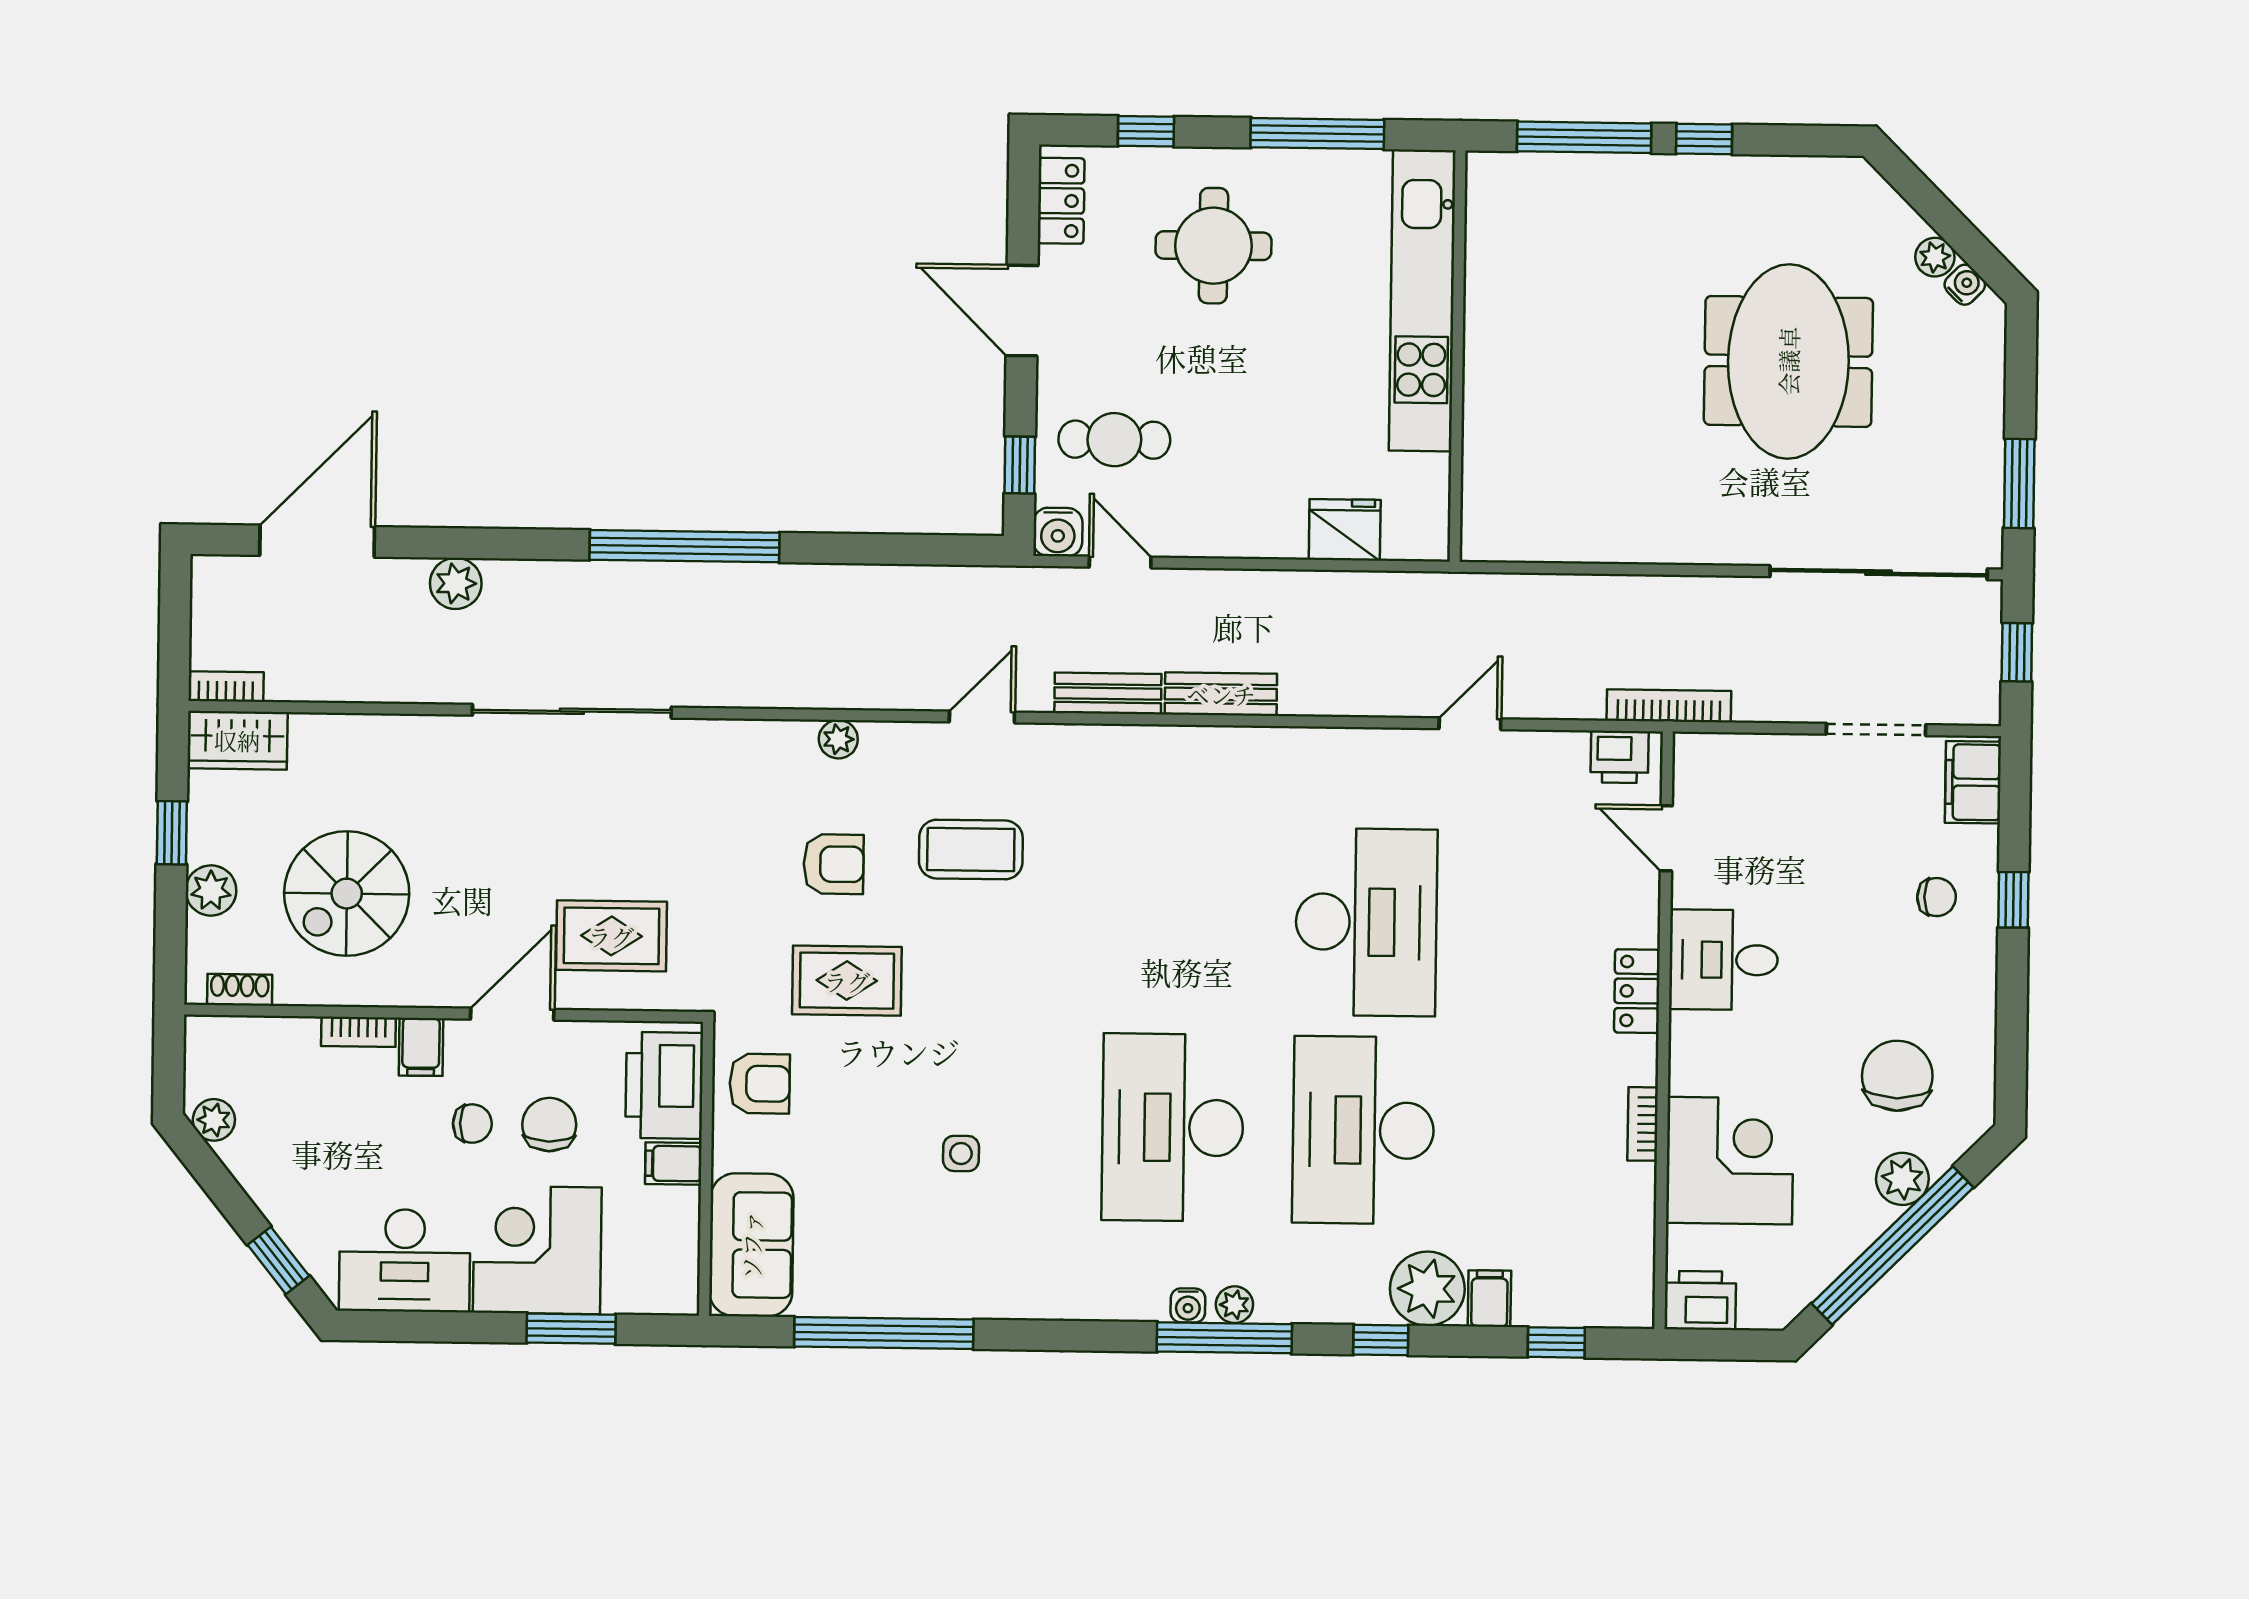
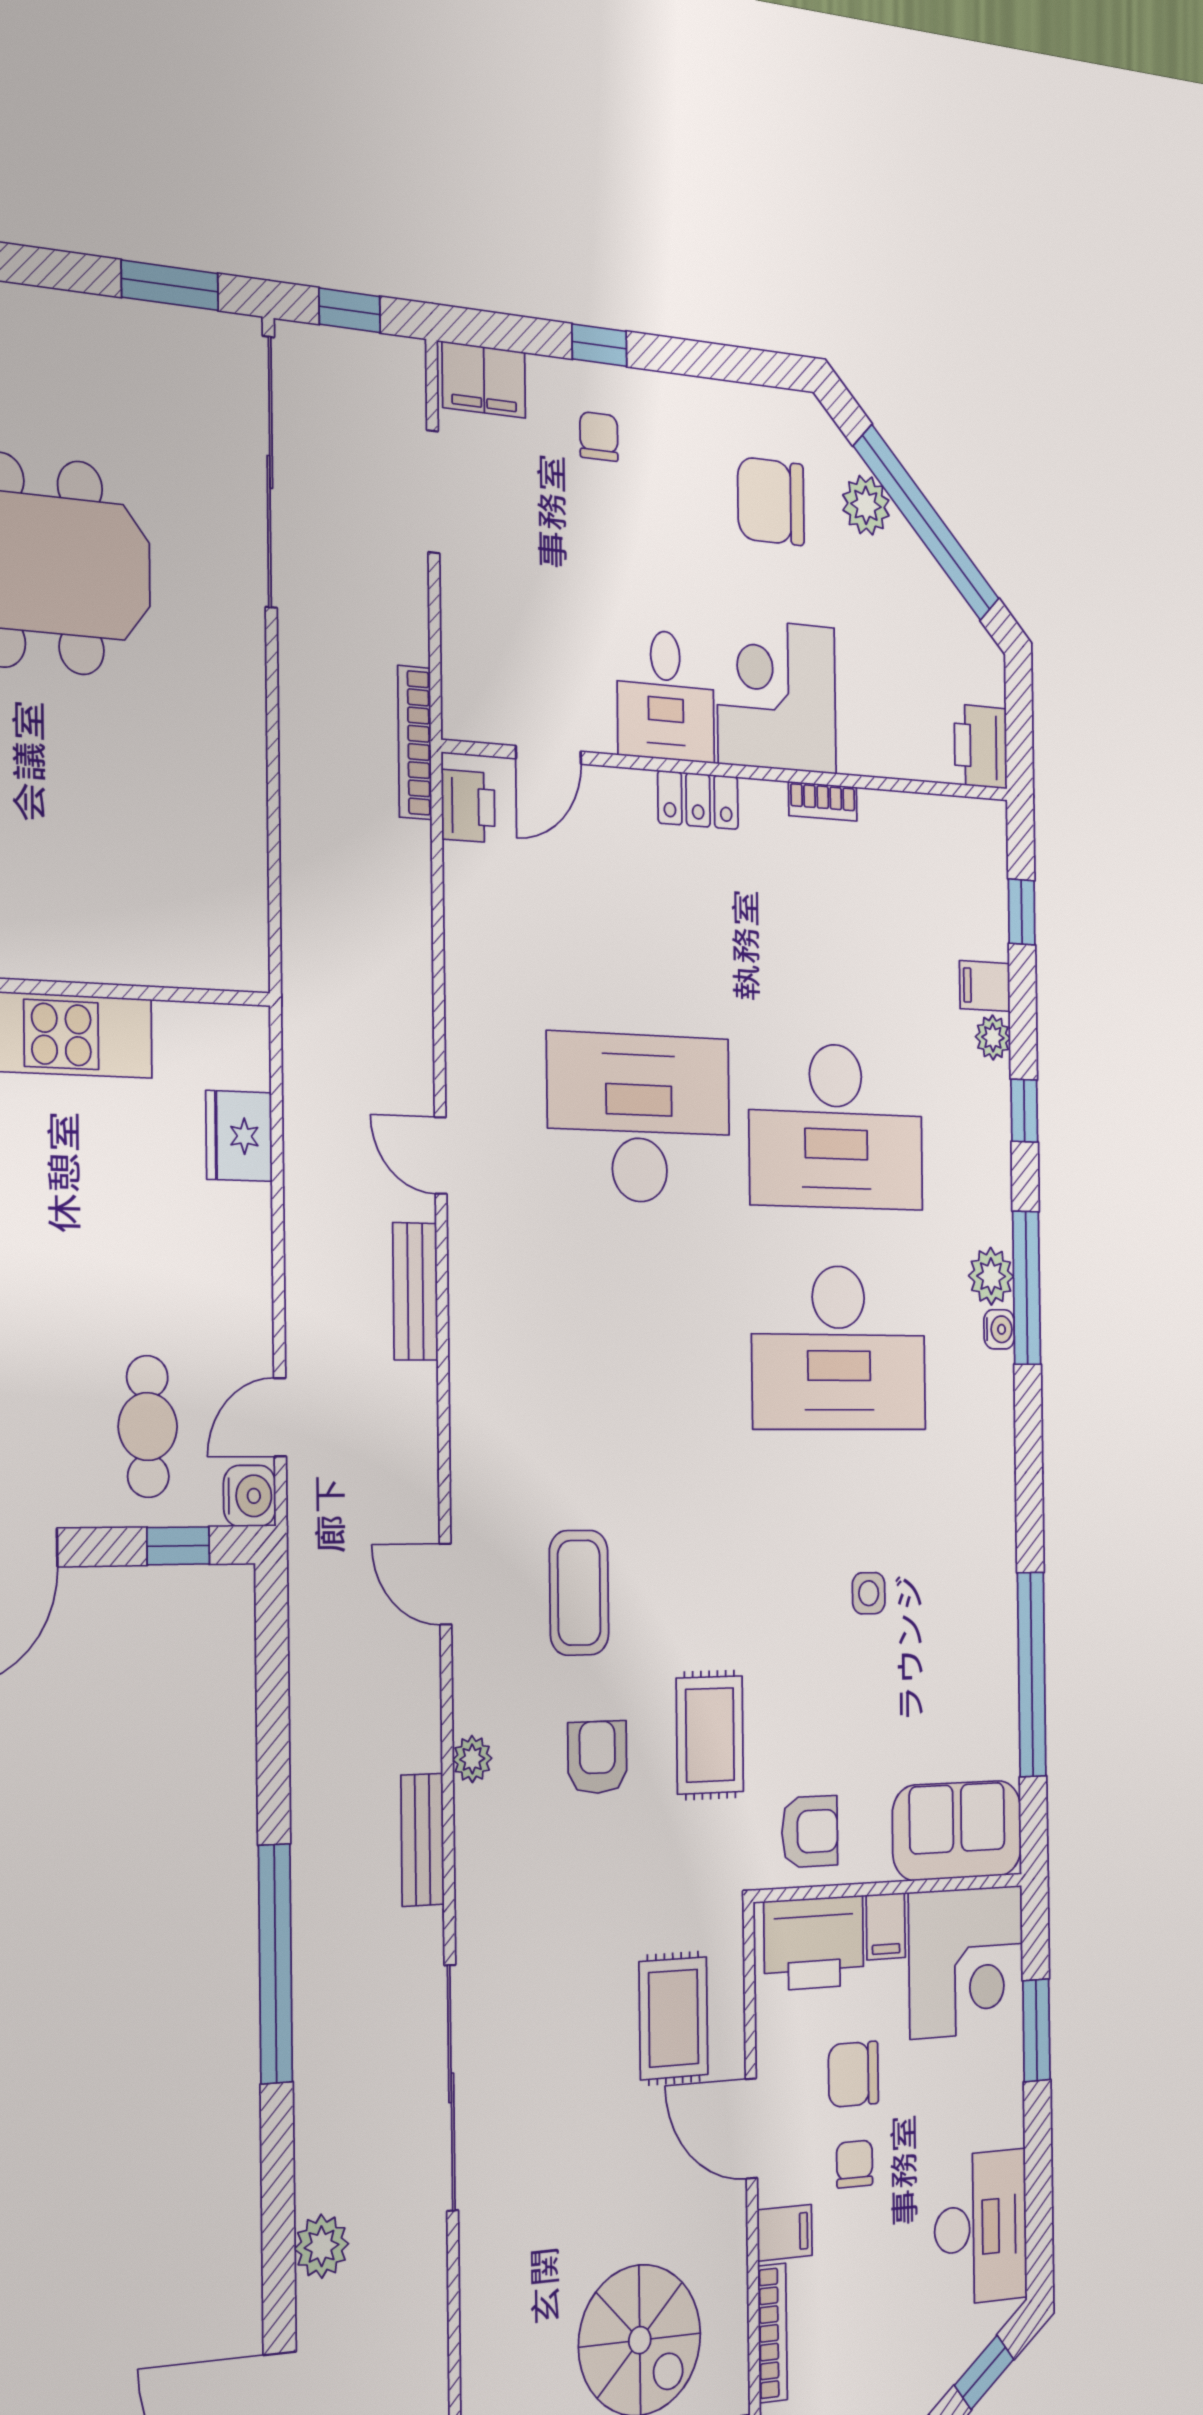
bench: (1108, 693) -> (423, 1840), moved
door: (1470, 724) -> (441, 1156), moved
bookcase: (358, 1032) -> (772, 2333), width x1.56
armchair: (760, 1084) -> (810, 1832), turned 90
corner desk: (1730, 1161) -> (777, 695), moved
corner desk: (537, 1250) -> (966, 1962), moved, turned -90
plant: (1427, 1289) -> (993, 1037), width x0.53, depth x0.53
plant: (1234, 1305) -> (991, 1276), width x1.38, depth x1.38

